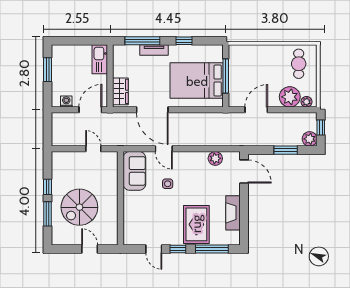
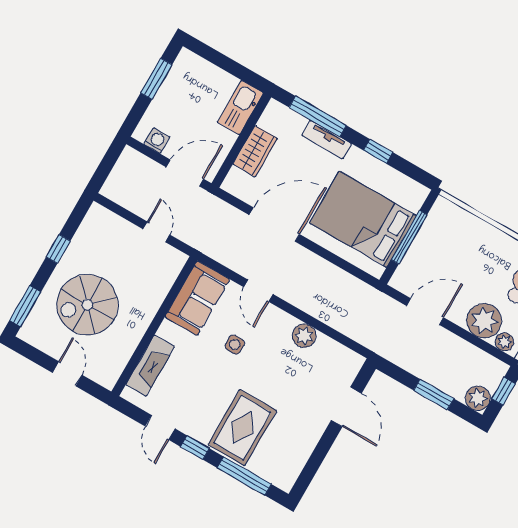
wardrobe: (120, 91) -> (255, 151), moved
door: (152, 110) -> (274, 225), swing flipped
plant: (215, 158) -> (304, 336), moved
door: (244, 172) -> (346, 407), moved
fireplace: (233, 213) -> (150, 366), moved, turned 180
window: (48, 214) -> (25, 306), moved

